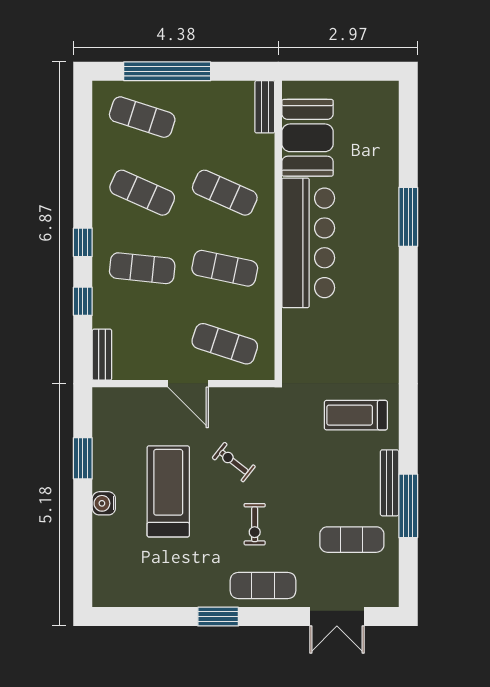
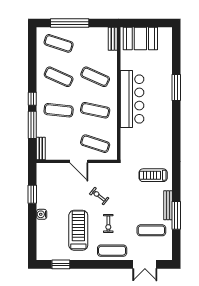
booth: (307, 138) -> (140, 39), moved, turned 90
window: (83, 301) -> (32, 125), width x2.17
treadmill: (168, 491) -> (78, 230), moved
window: (218, 617) -> (61, 264), moved

